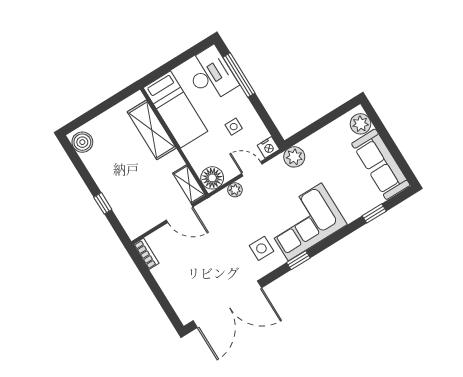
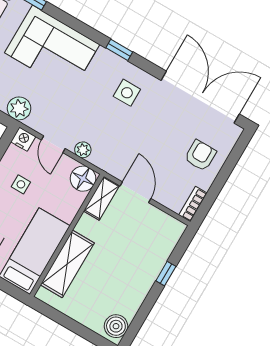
corner sofa: (305, 222) -> (52, 49), moved
armchair: (181, 280) -> (200, 155), added

